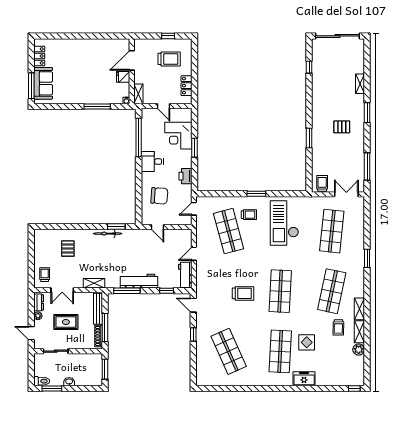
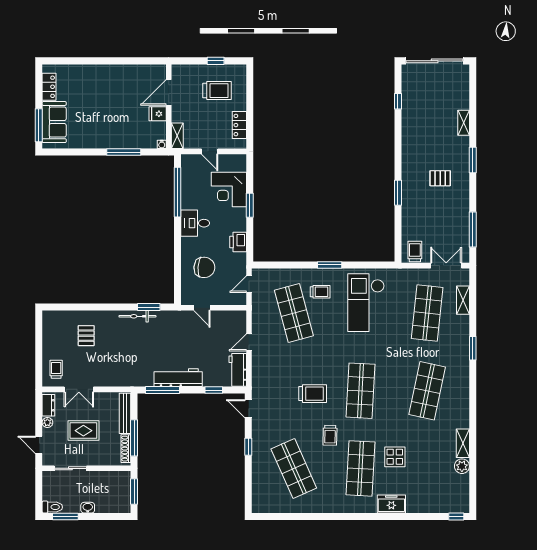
shelving: (94, 283) -> (120, 380), removed
shelving: (359, 309) -> (463, 300), moved
trolley: (338, 327) -> (330, 435), moved

